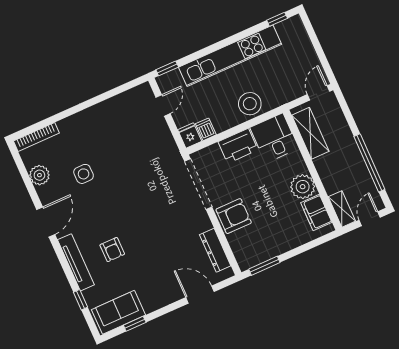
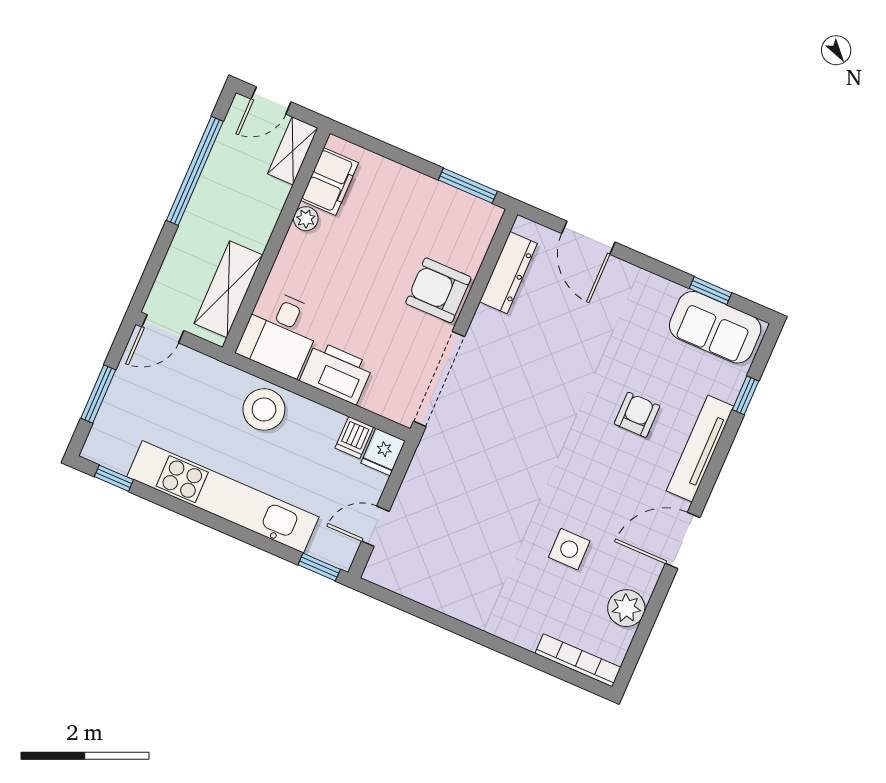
window: (316, 44) -> (98, 394), added
plant: (303, 187) -> (306, 219), width x0.53, depth x0.53

